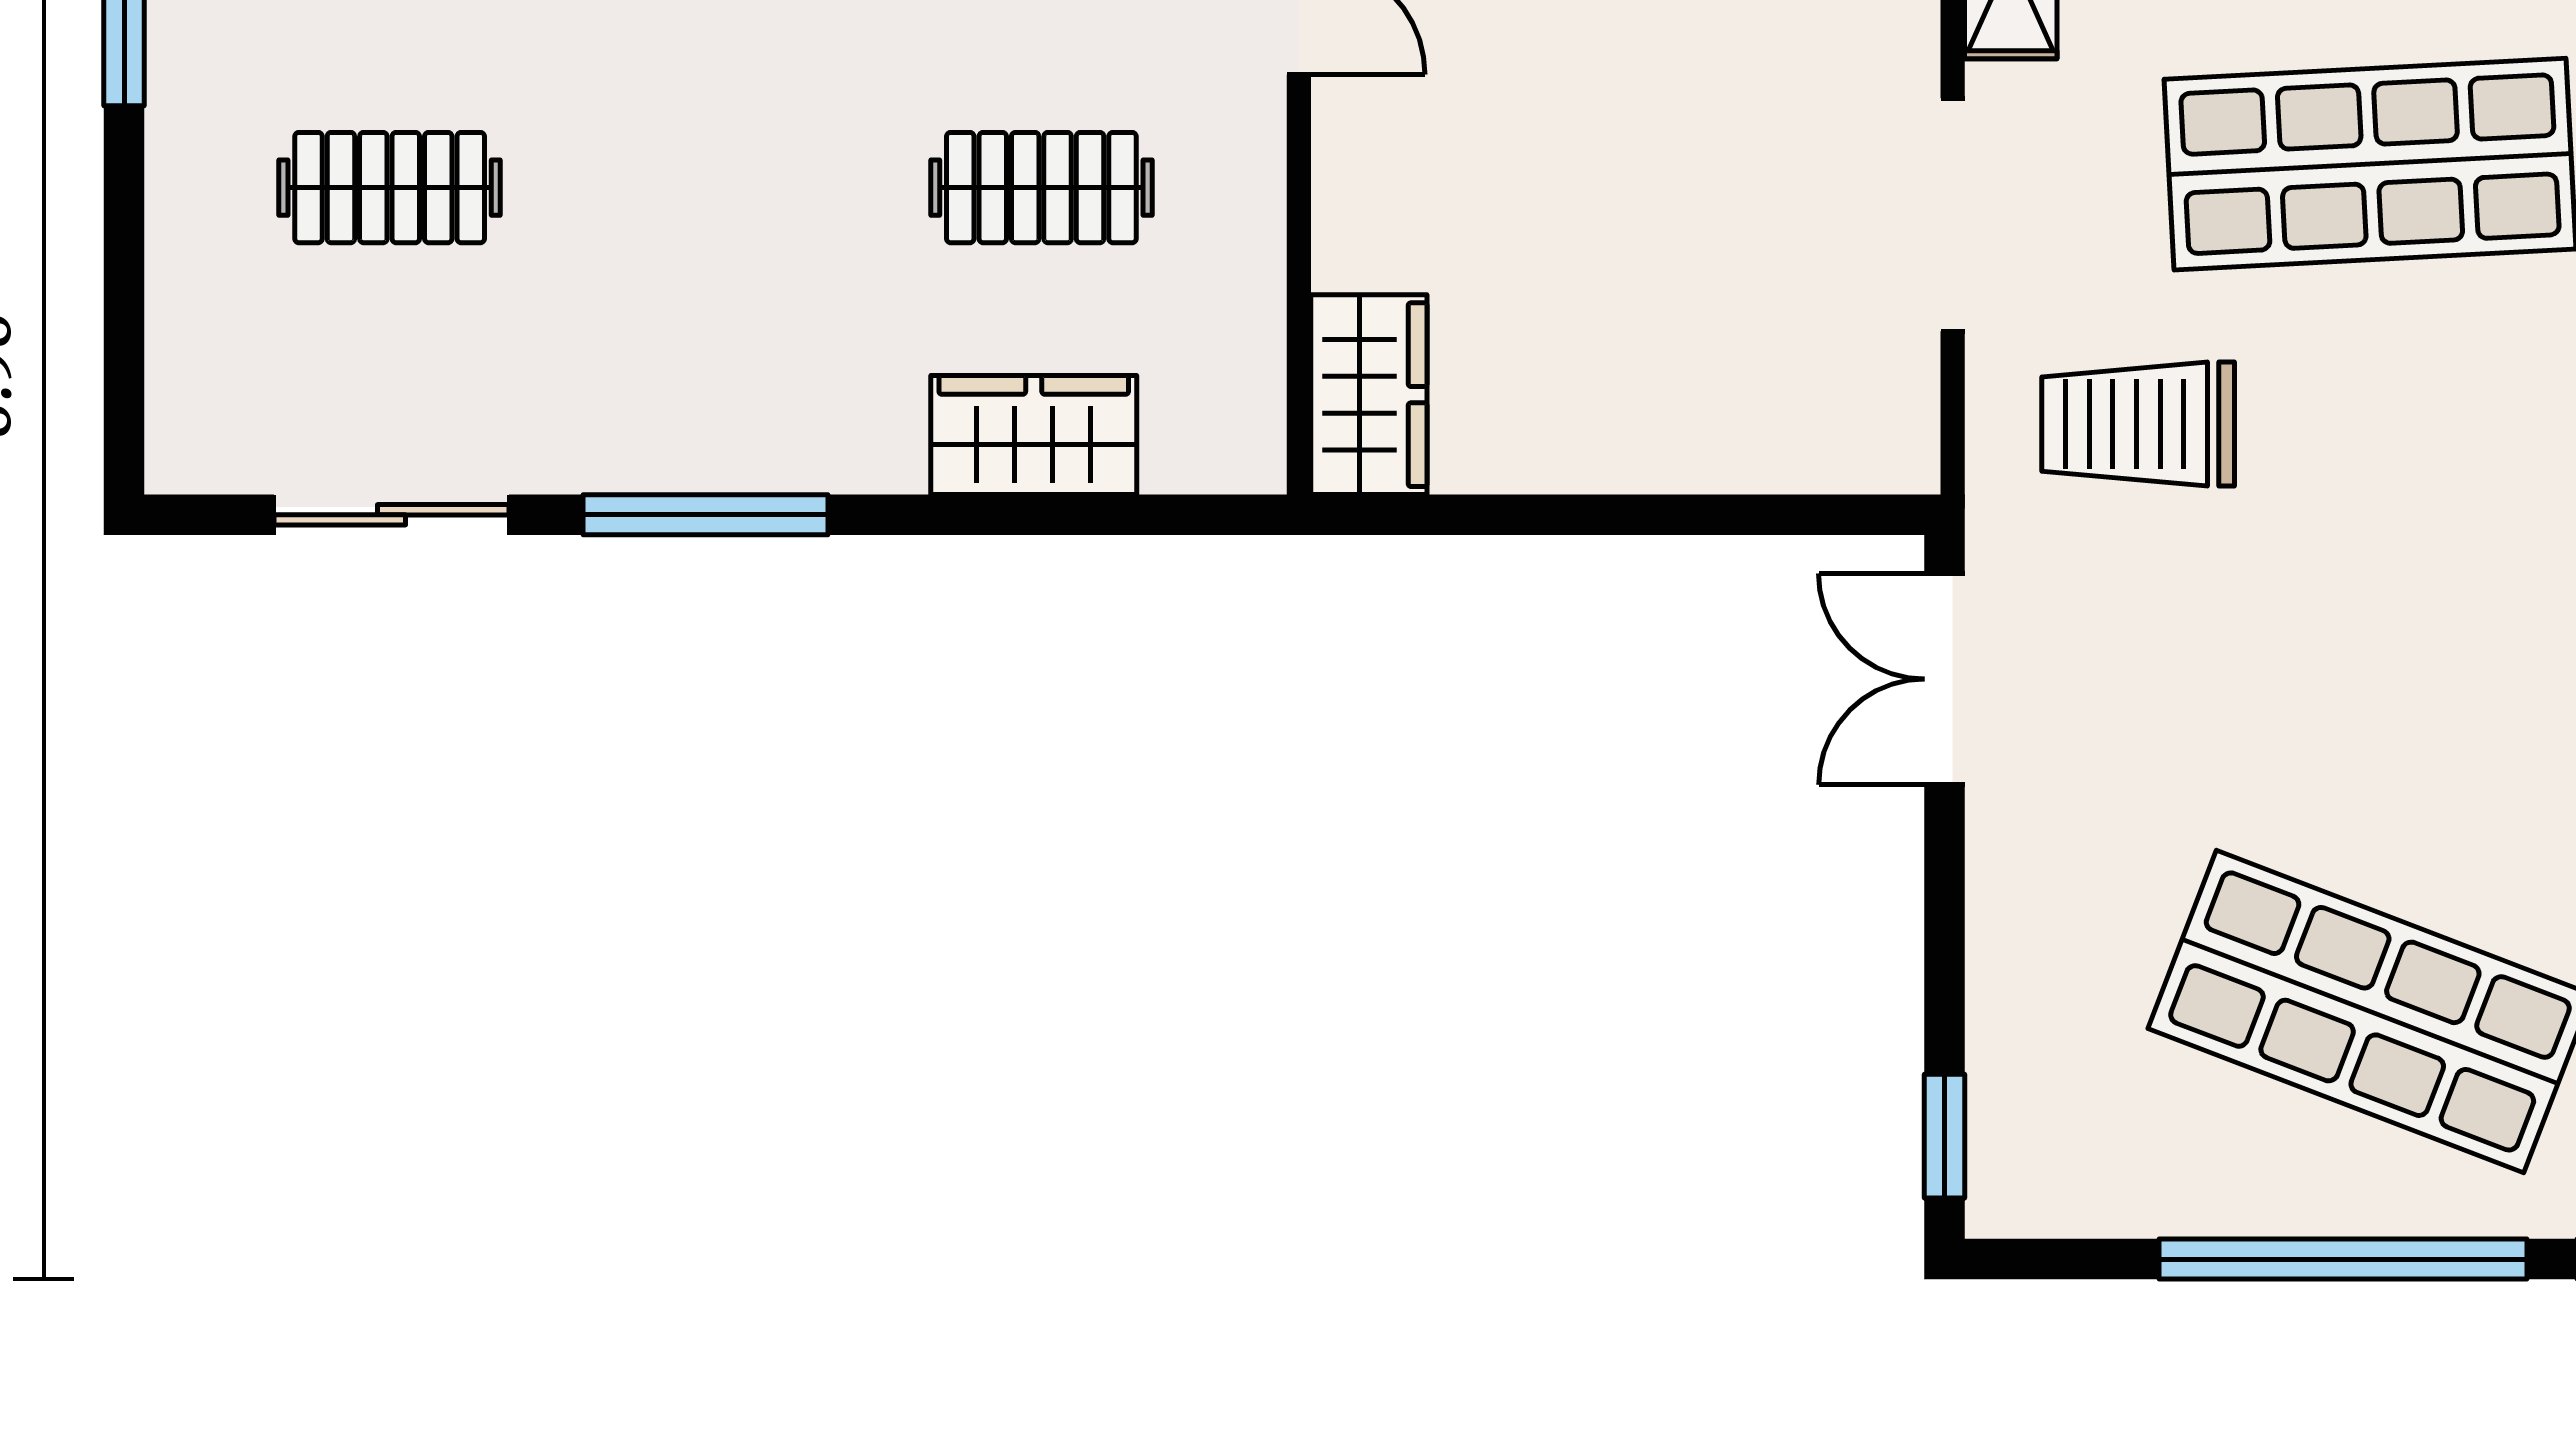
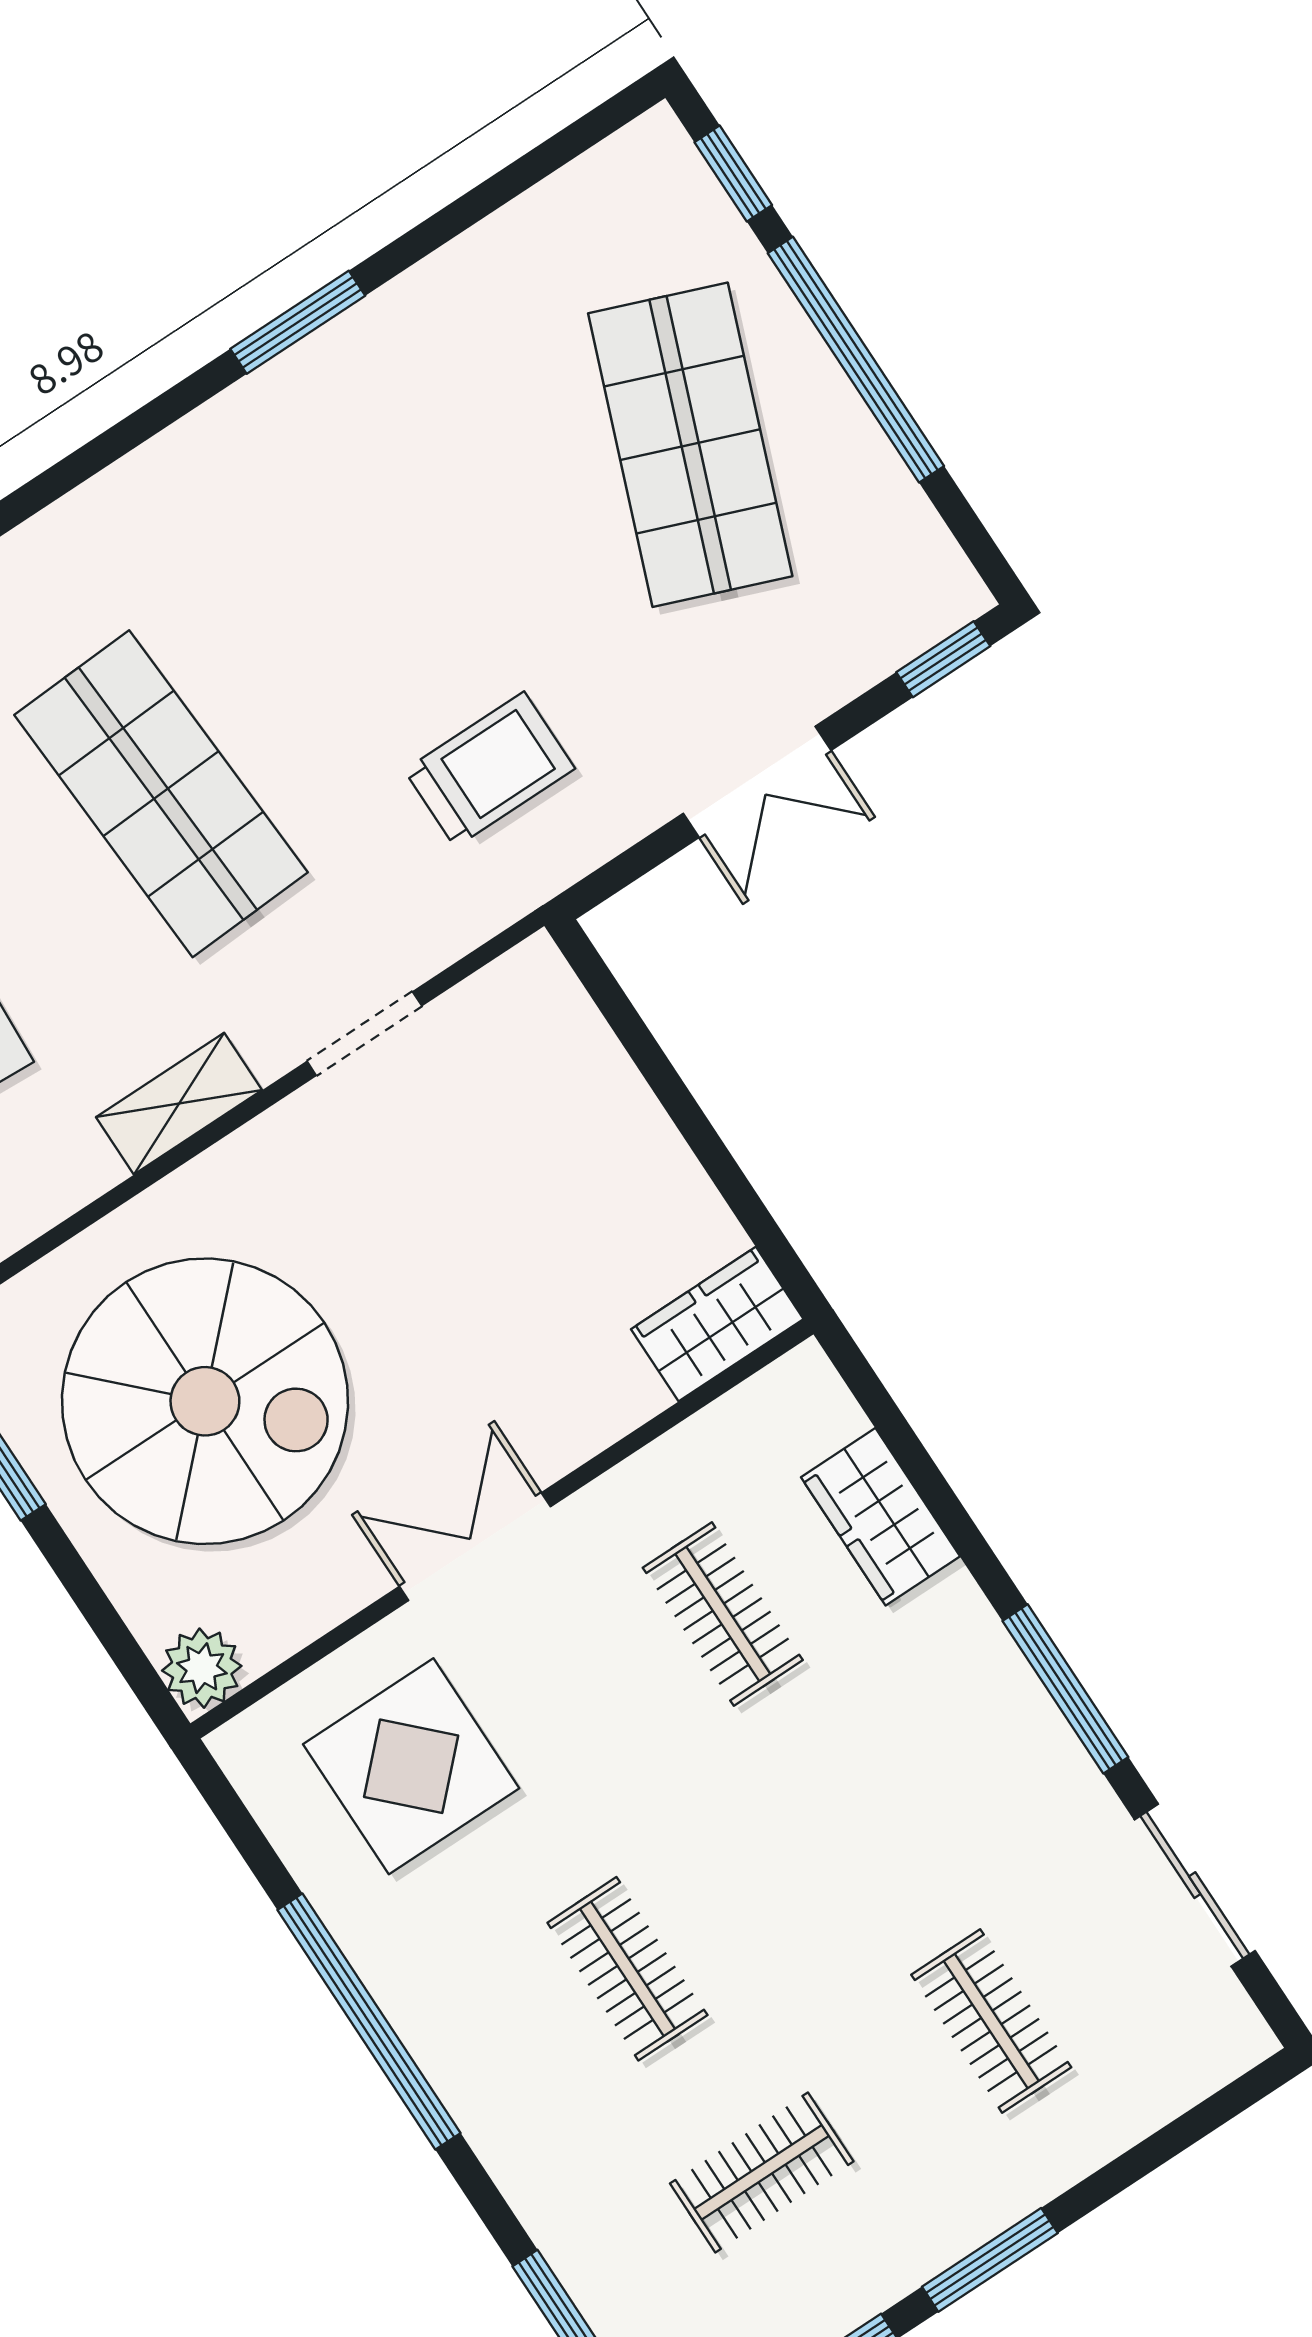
doorway: (1953, 215) -> (364, 1034), width x0.73
trolley: (2138, 424) -> (490, 770), moved, turned -90
double door: (1945, 679) -> (757, 782), moved

